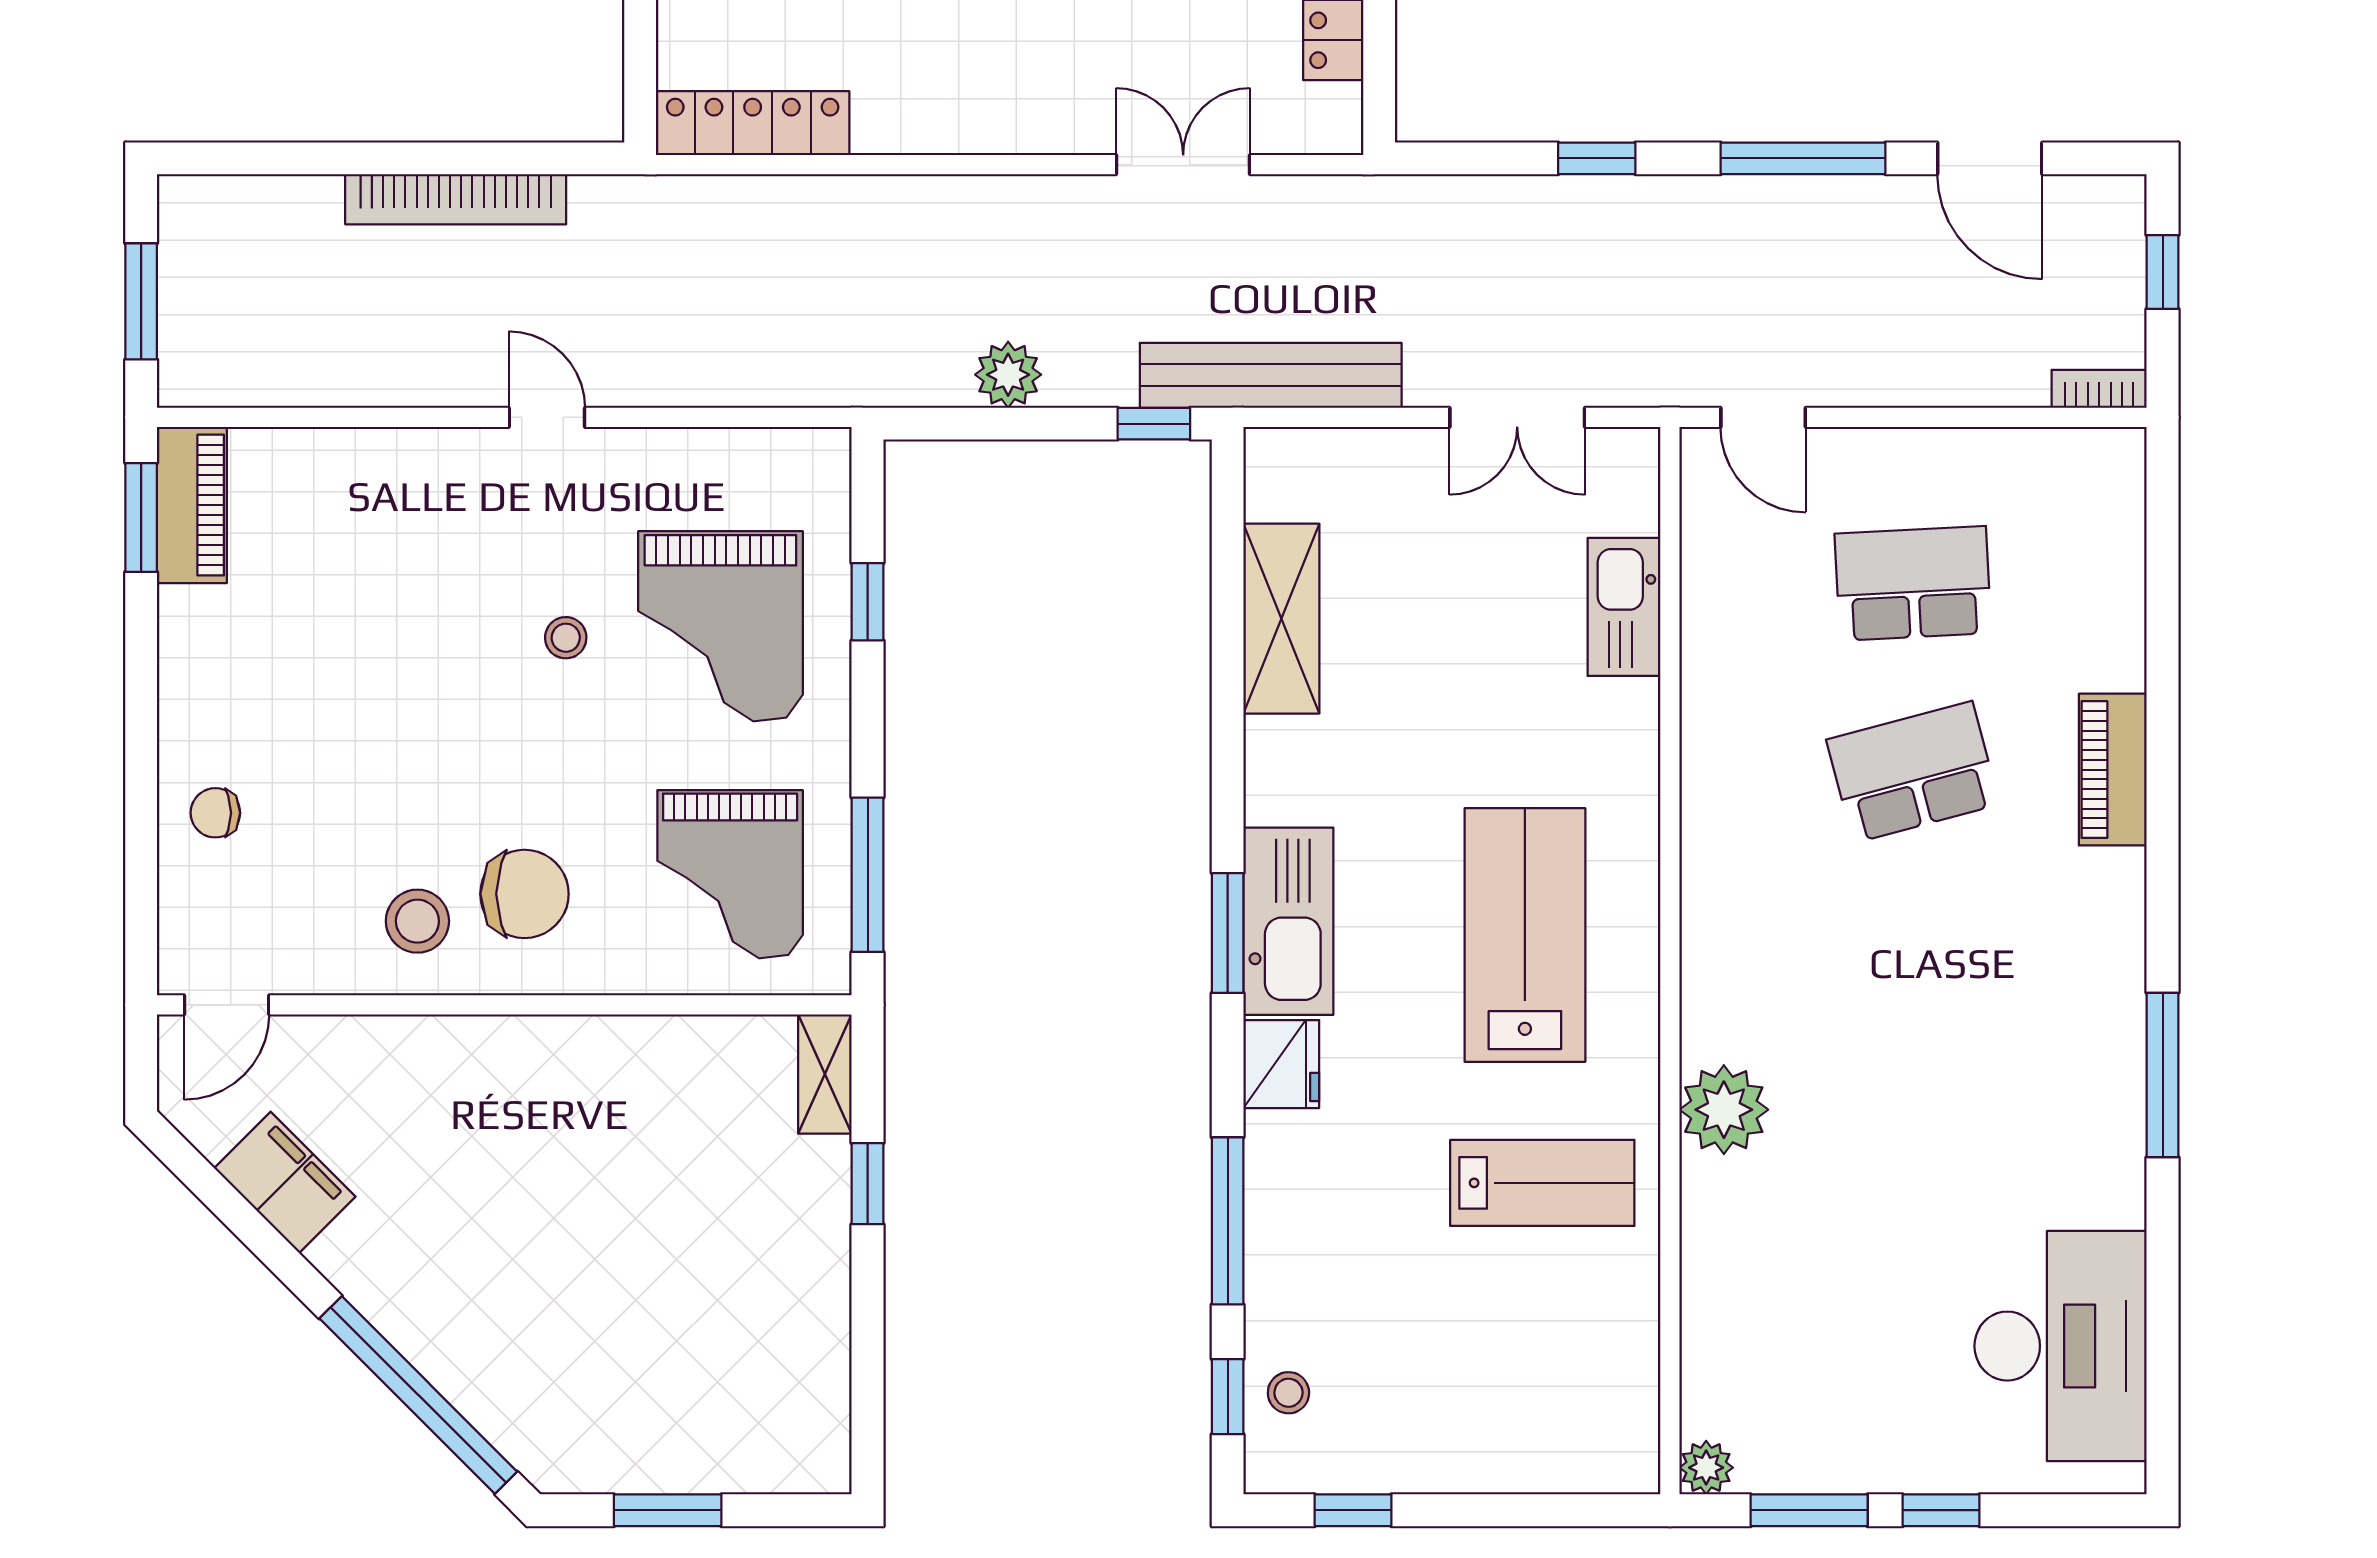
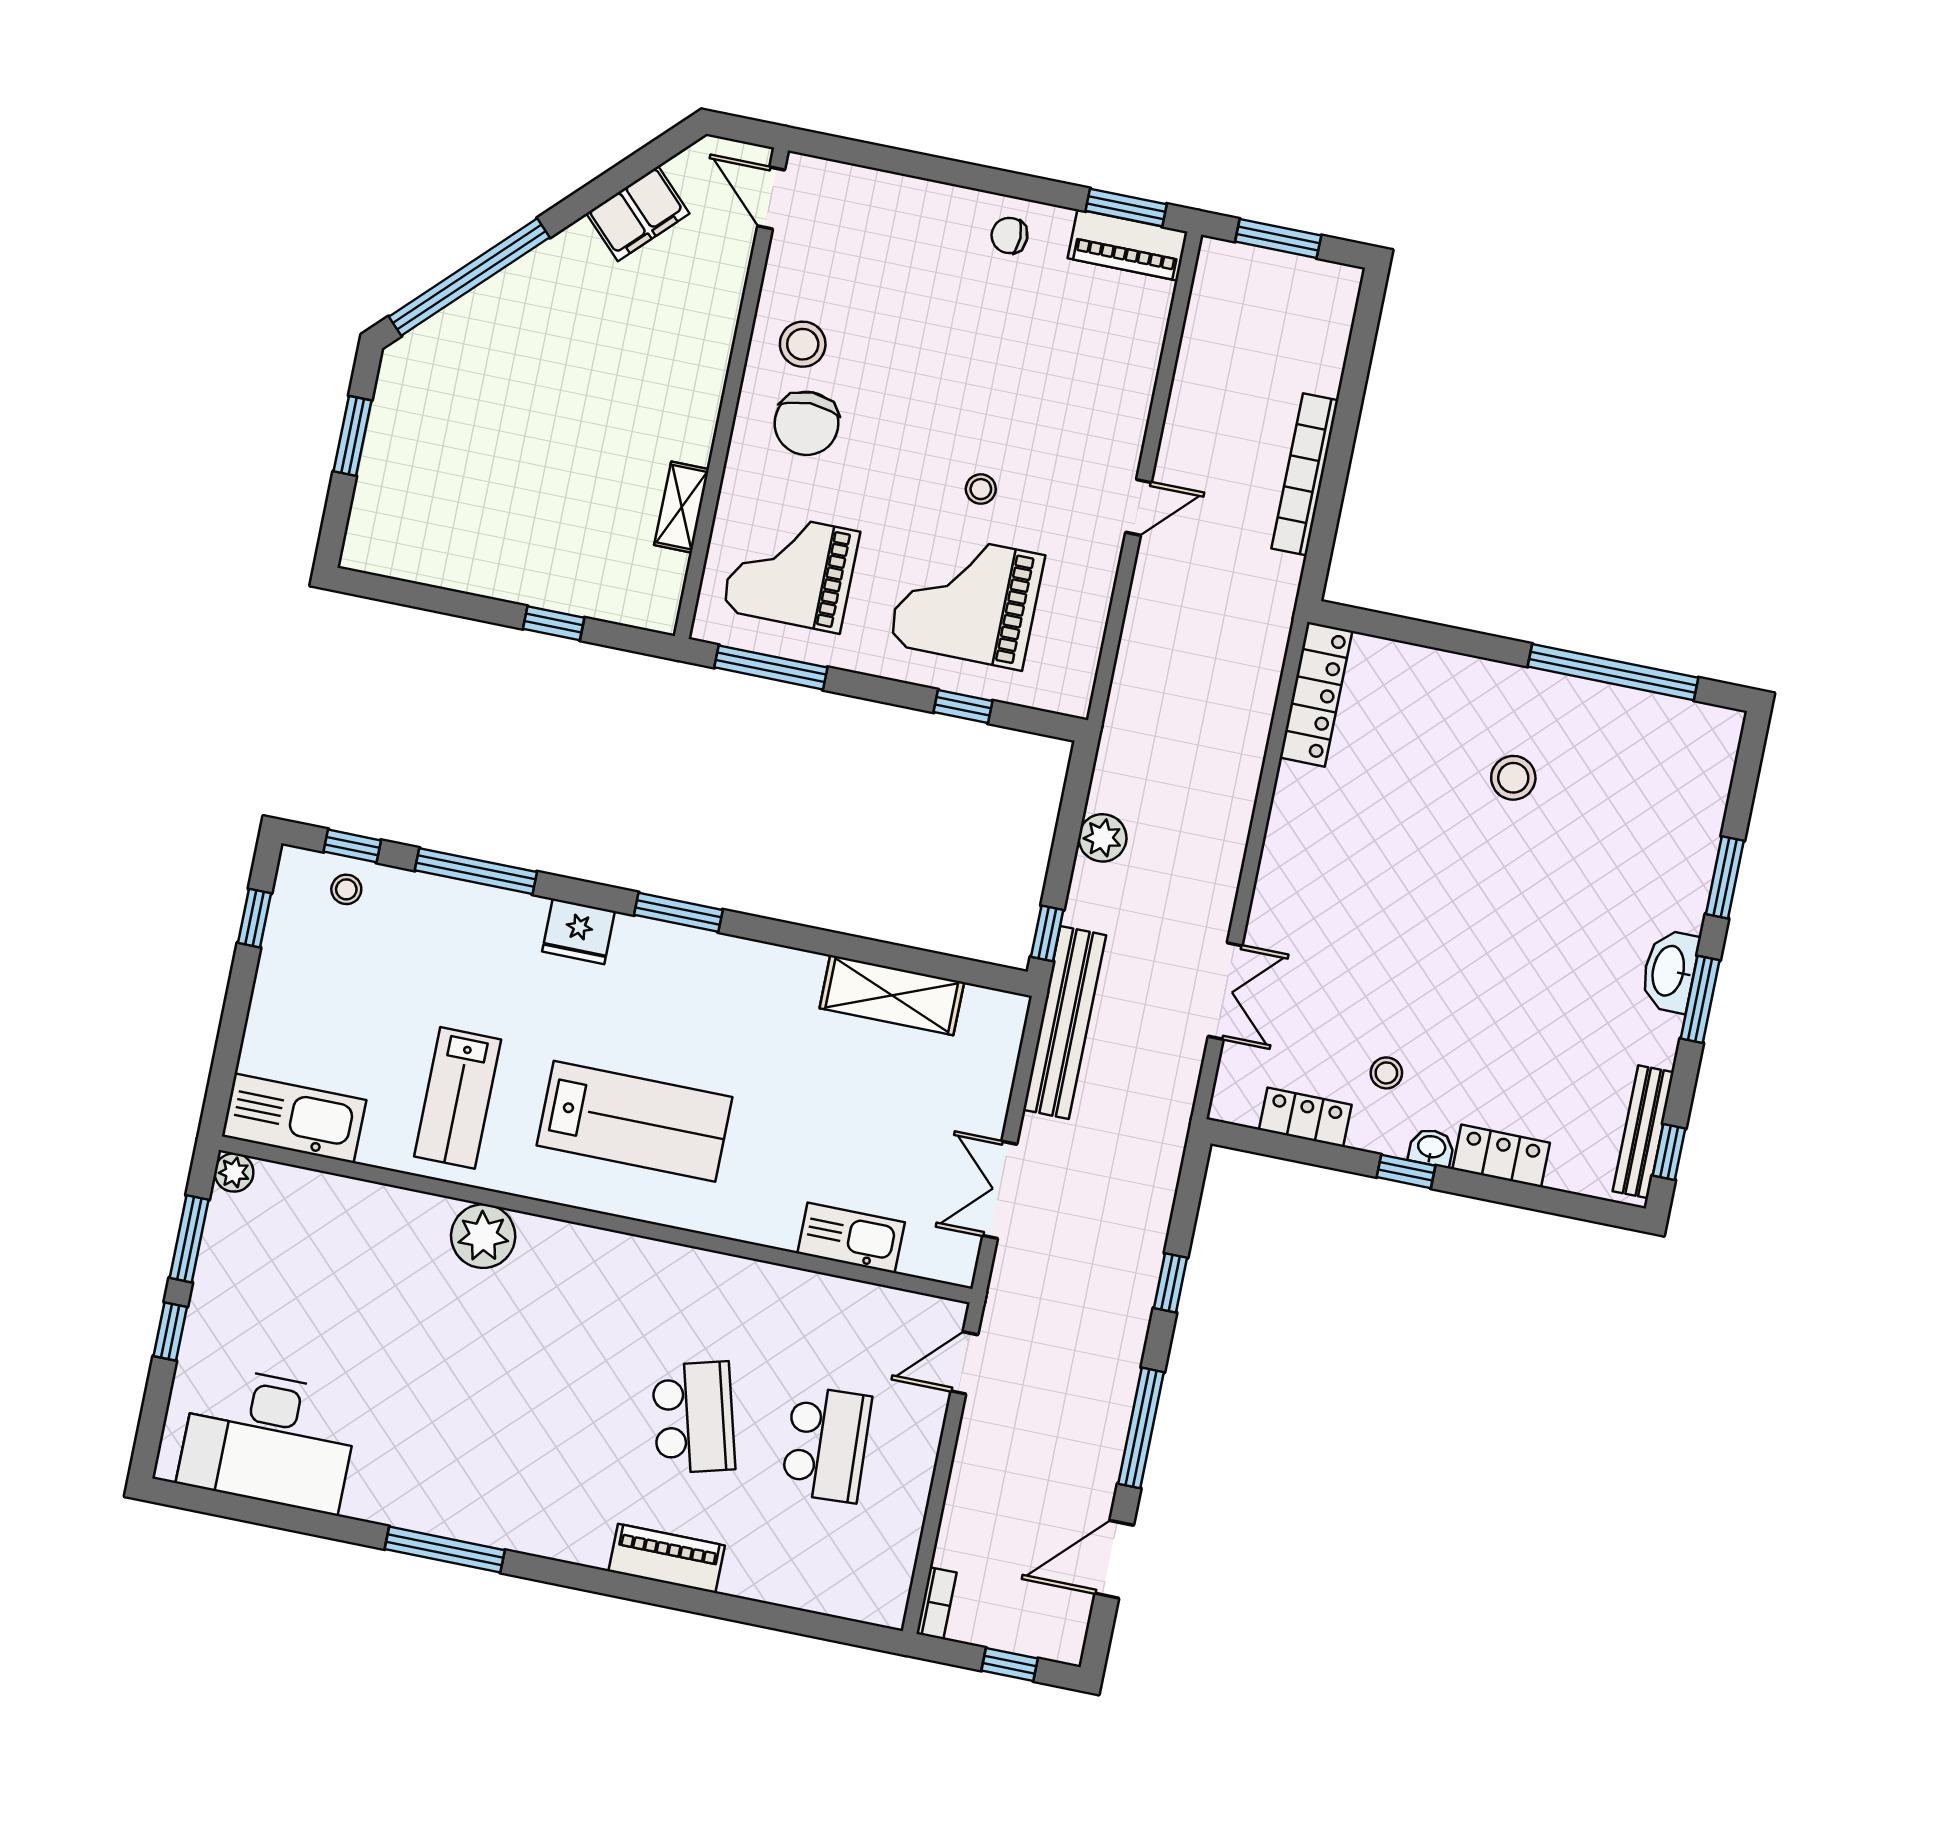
chair: (215, 813) -> (1009, 235), moved, turned -90
kitchen sink: (1288, 921) -> (294, 1118), moved, turned 180
shelving: (825, 1074) -> (682, 507), moved, turned 90

